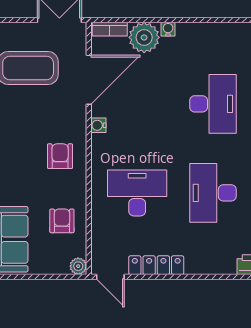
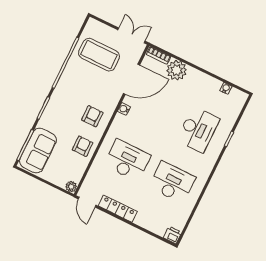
water cooler: (168, 29) -> (226, 88), moved
desk: (213, 193) -> (172, 182), turned 90
armchair: (62, 221) -> (83, 146), moved

